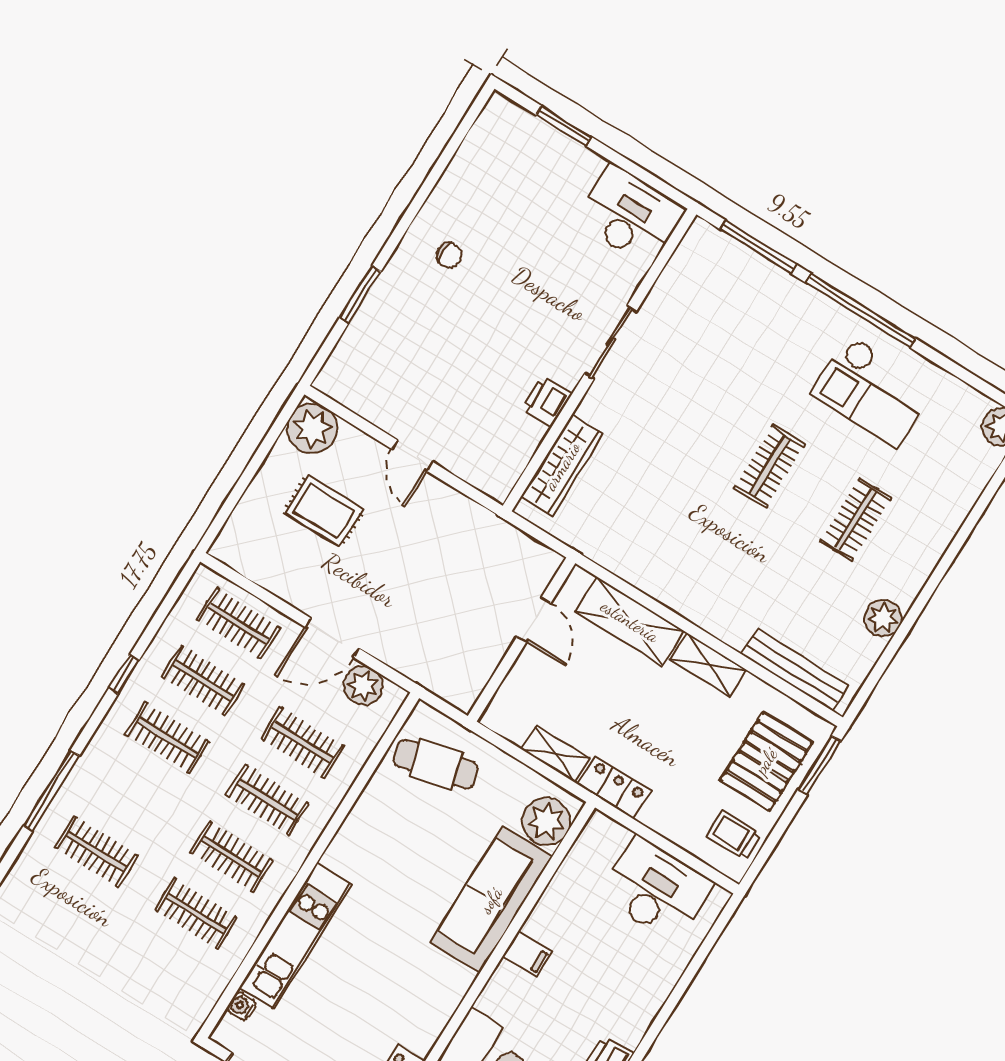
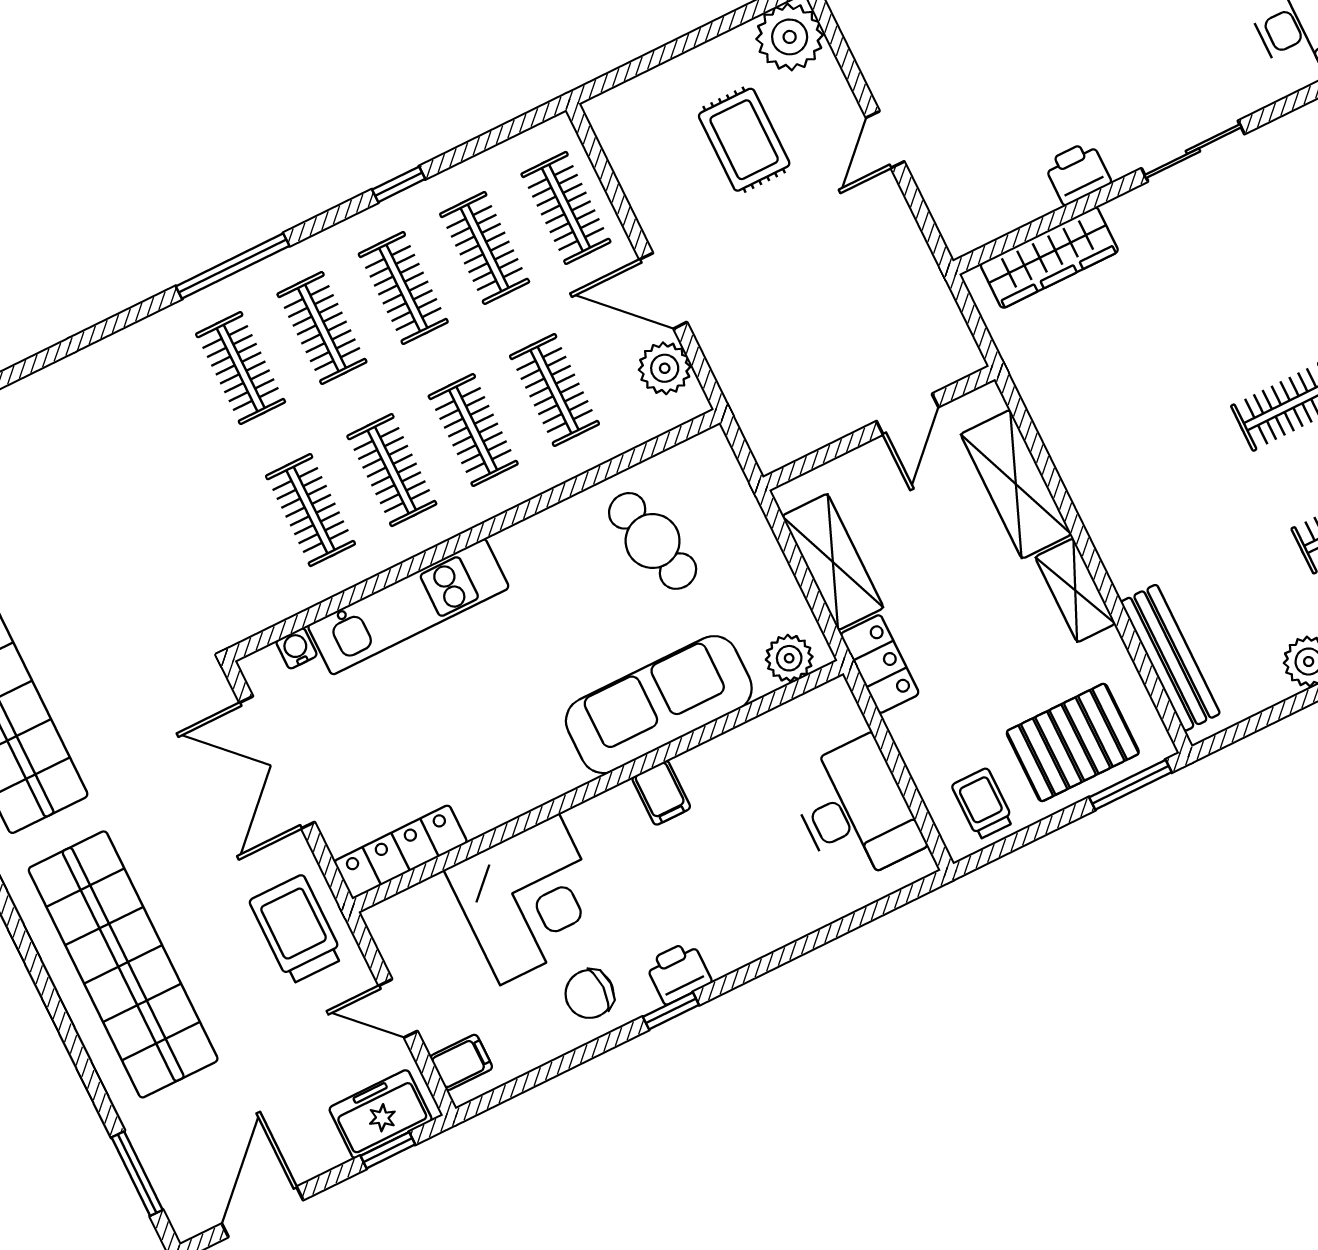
shelving: (556, 754) -> (833, 562), width x1.50, depth x1.33
cafe table: (436, 764) -> (653, 541), moved
clothes rail: (132, 795) -> (322, 328), added
plant: (546, 821) -> (789, 658), width x0.73, depth x0.73

